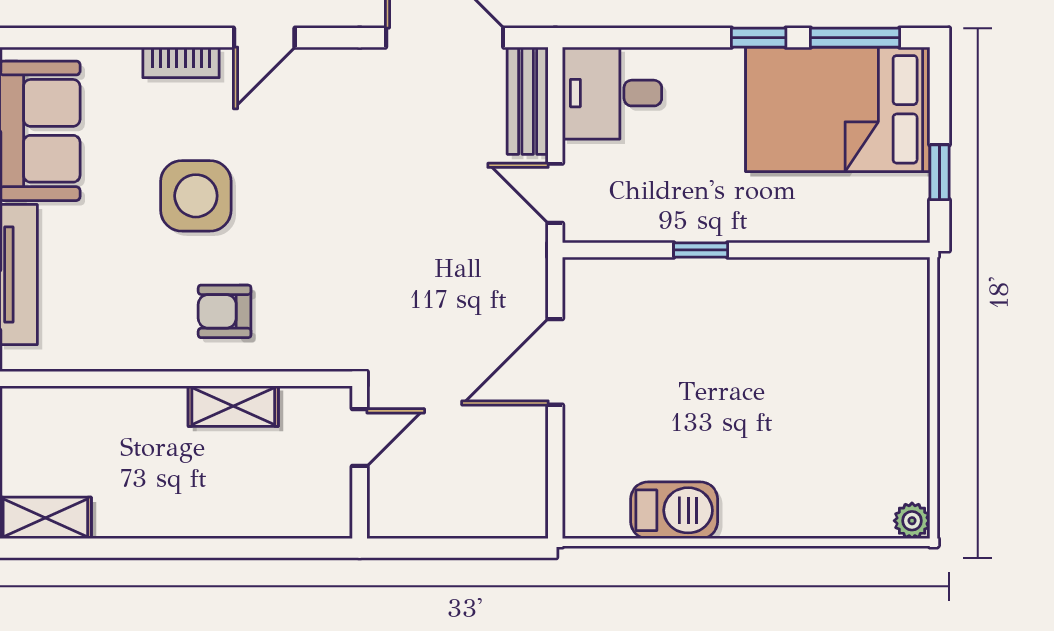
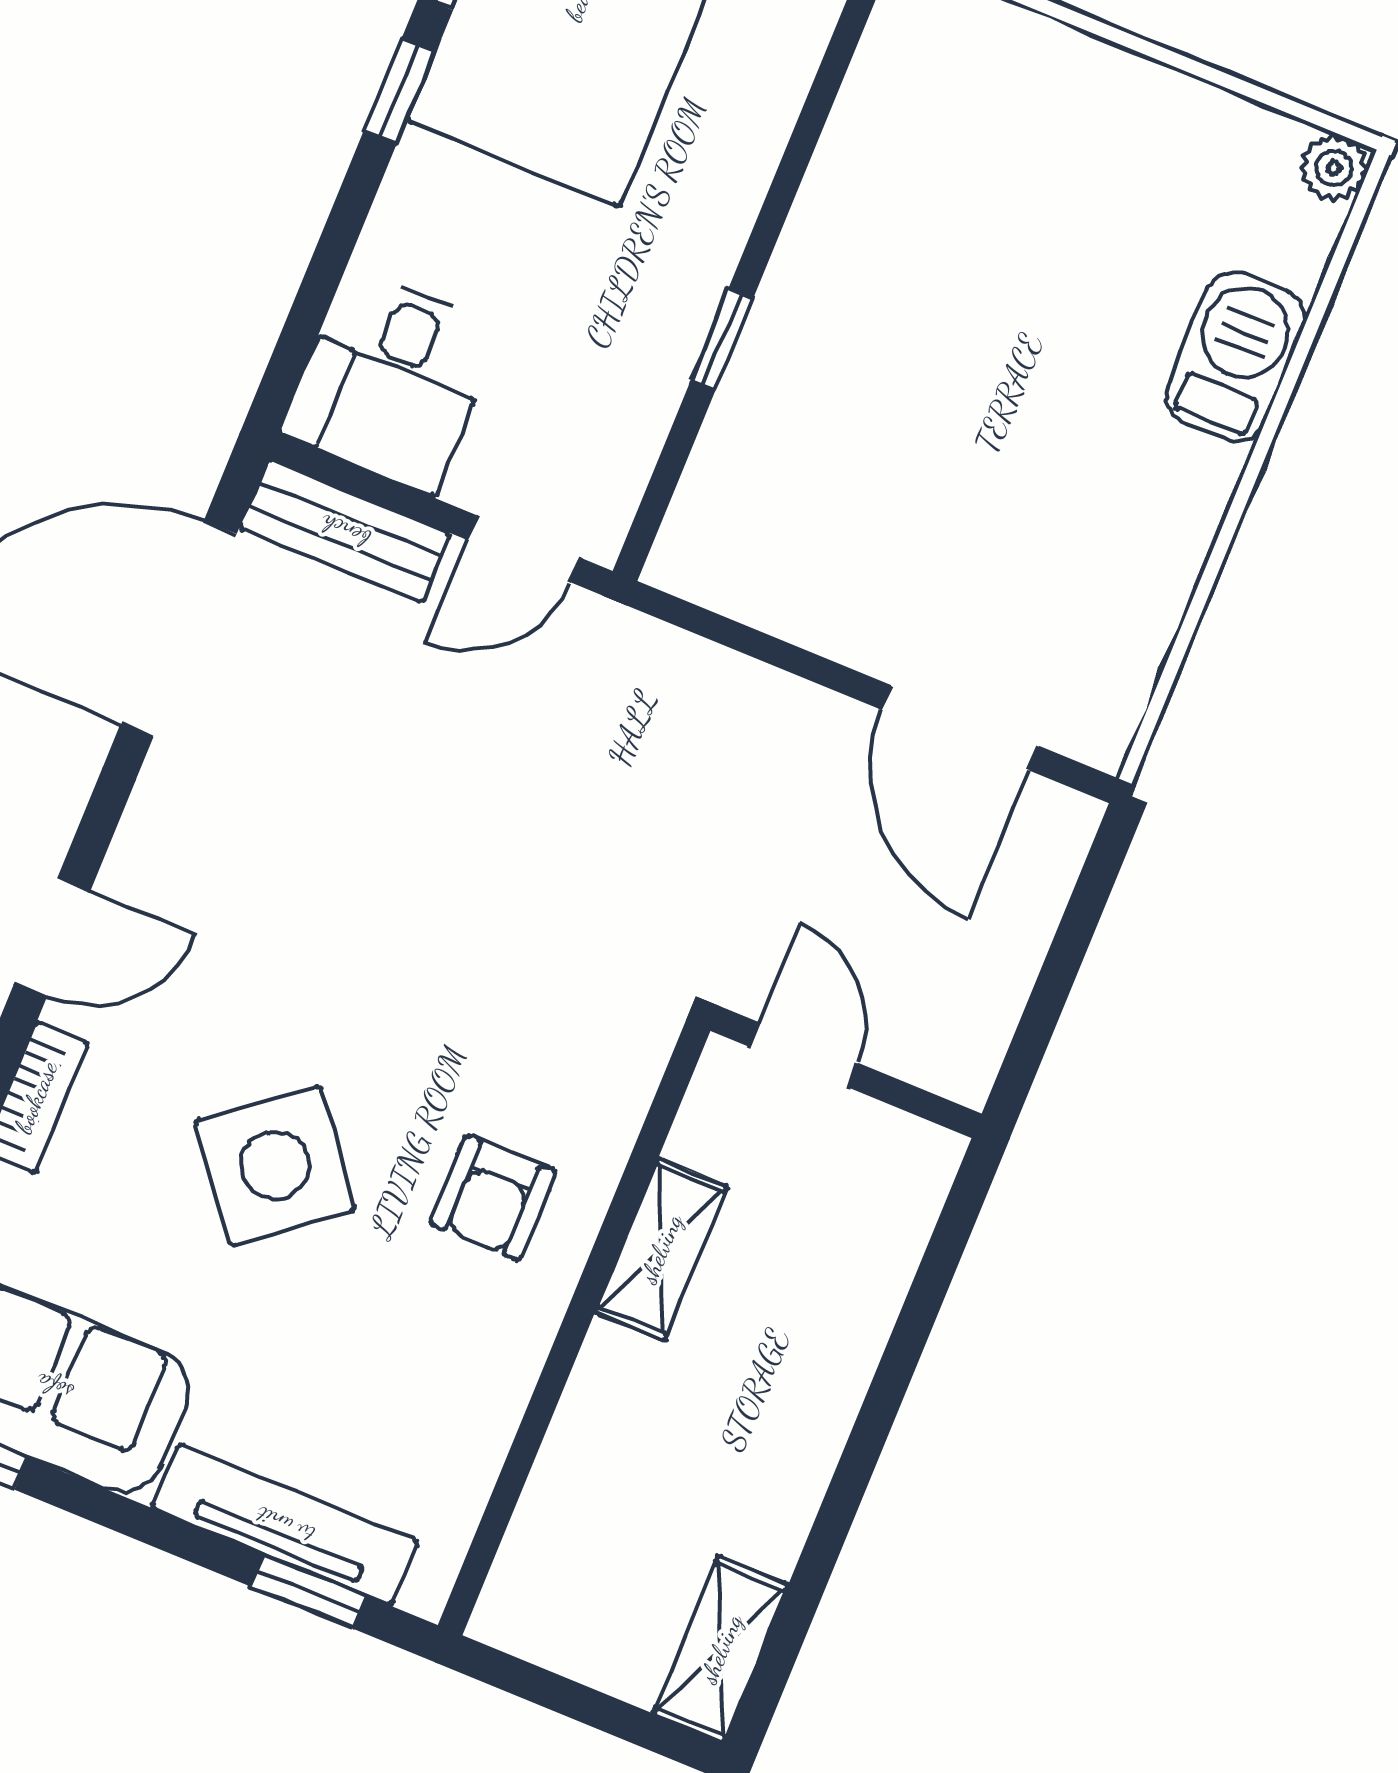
door: (264, 38) -> (52, 937), hinge flipped
side table: (196, 196) -> (275, 1165), turned -38
door: (555, 362) -> (960, 728), moved
barbecue: (674, 510) -> (1236, 356), moved

